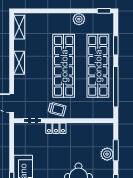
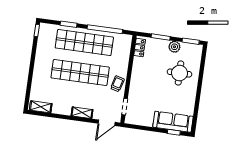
plant: (79, 19) -> (41, 53), removed
shelving: (19, 63) -> (82, 113), moved
locker: (56, 128) -> (140, 48), moved
plant: (107, 154) -> (174, 47), moved

